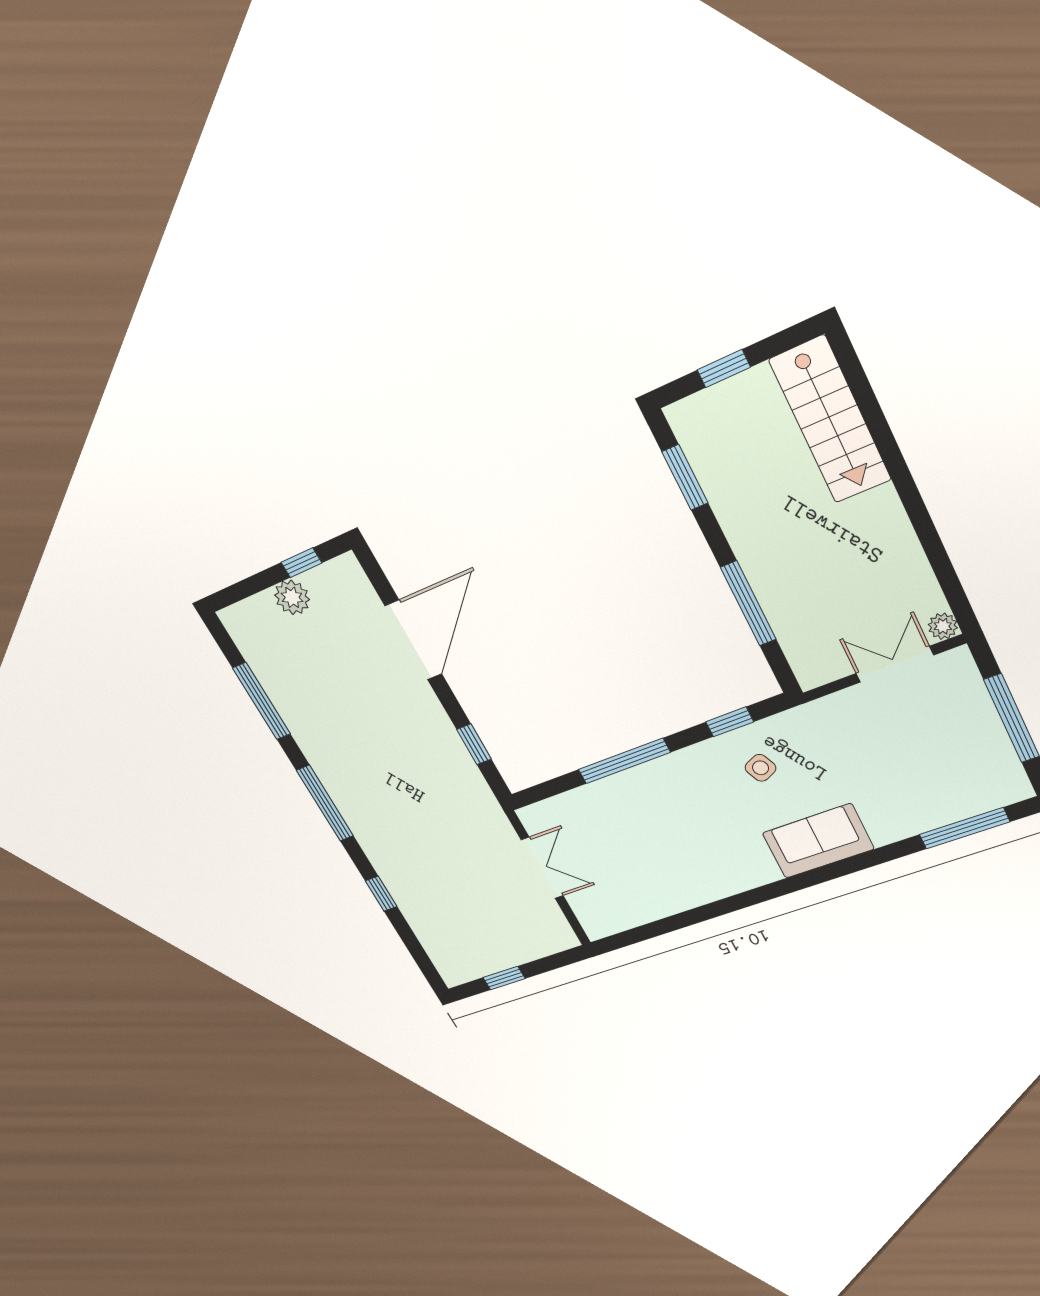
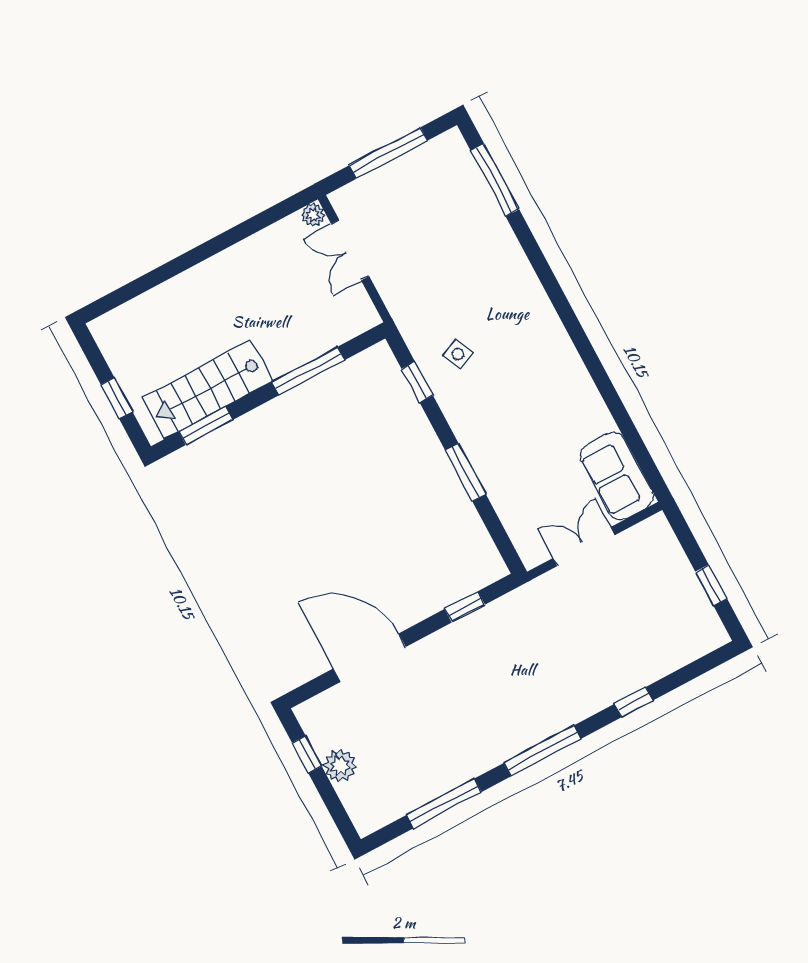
stairs: (830, 420) -> (208, 389), moved, turned 180
window: (624, 761) -> (465, 472), width x0.69
sofa: (818, 841) -> (617, 476), moved

